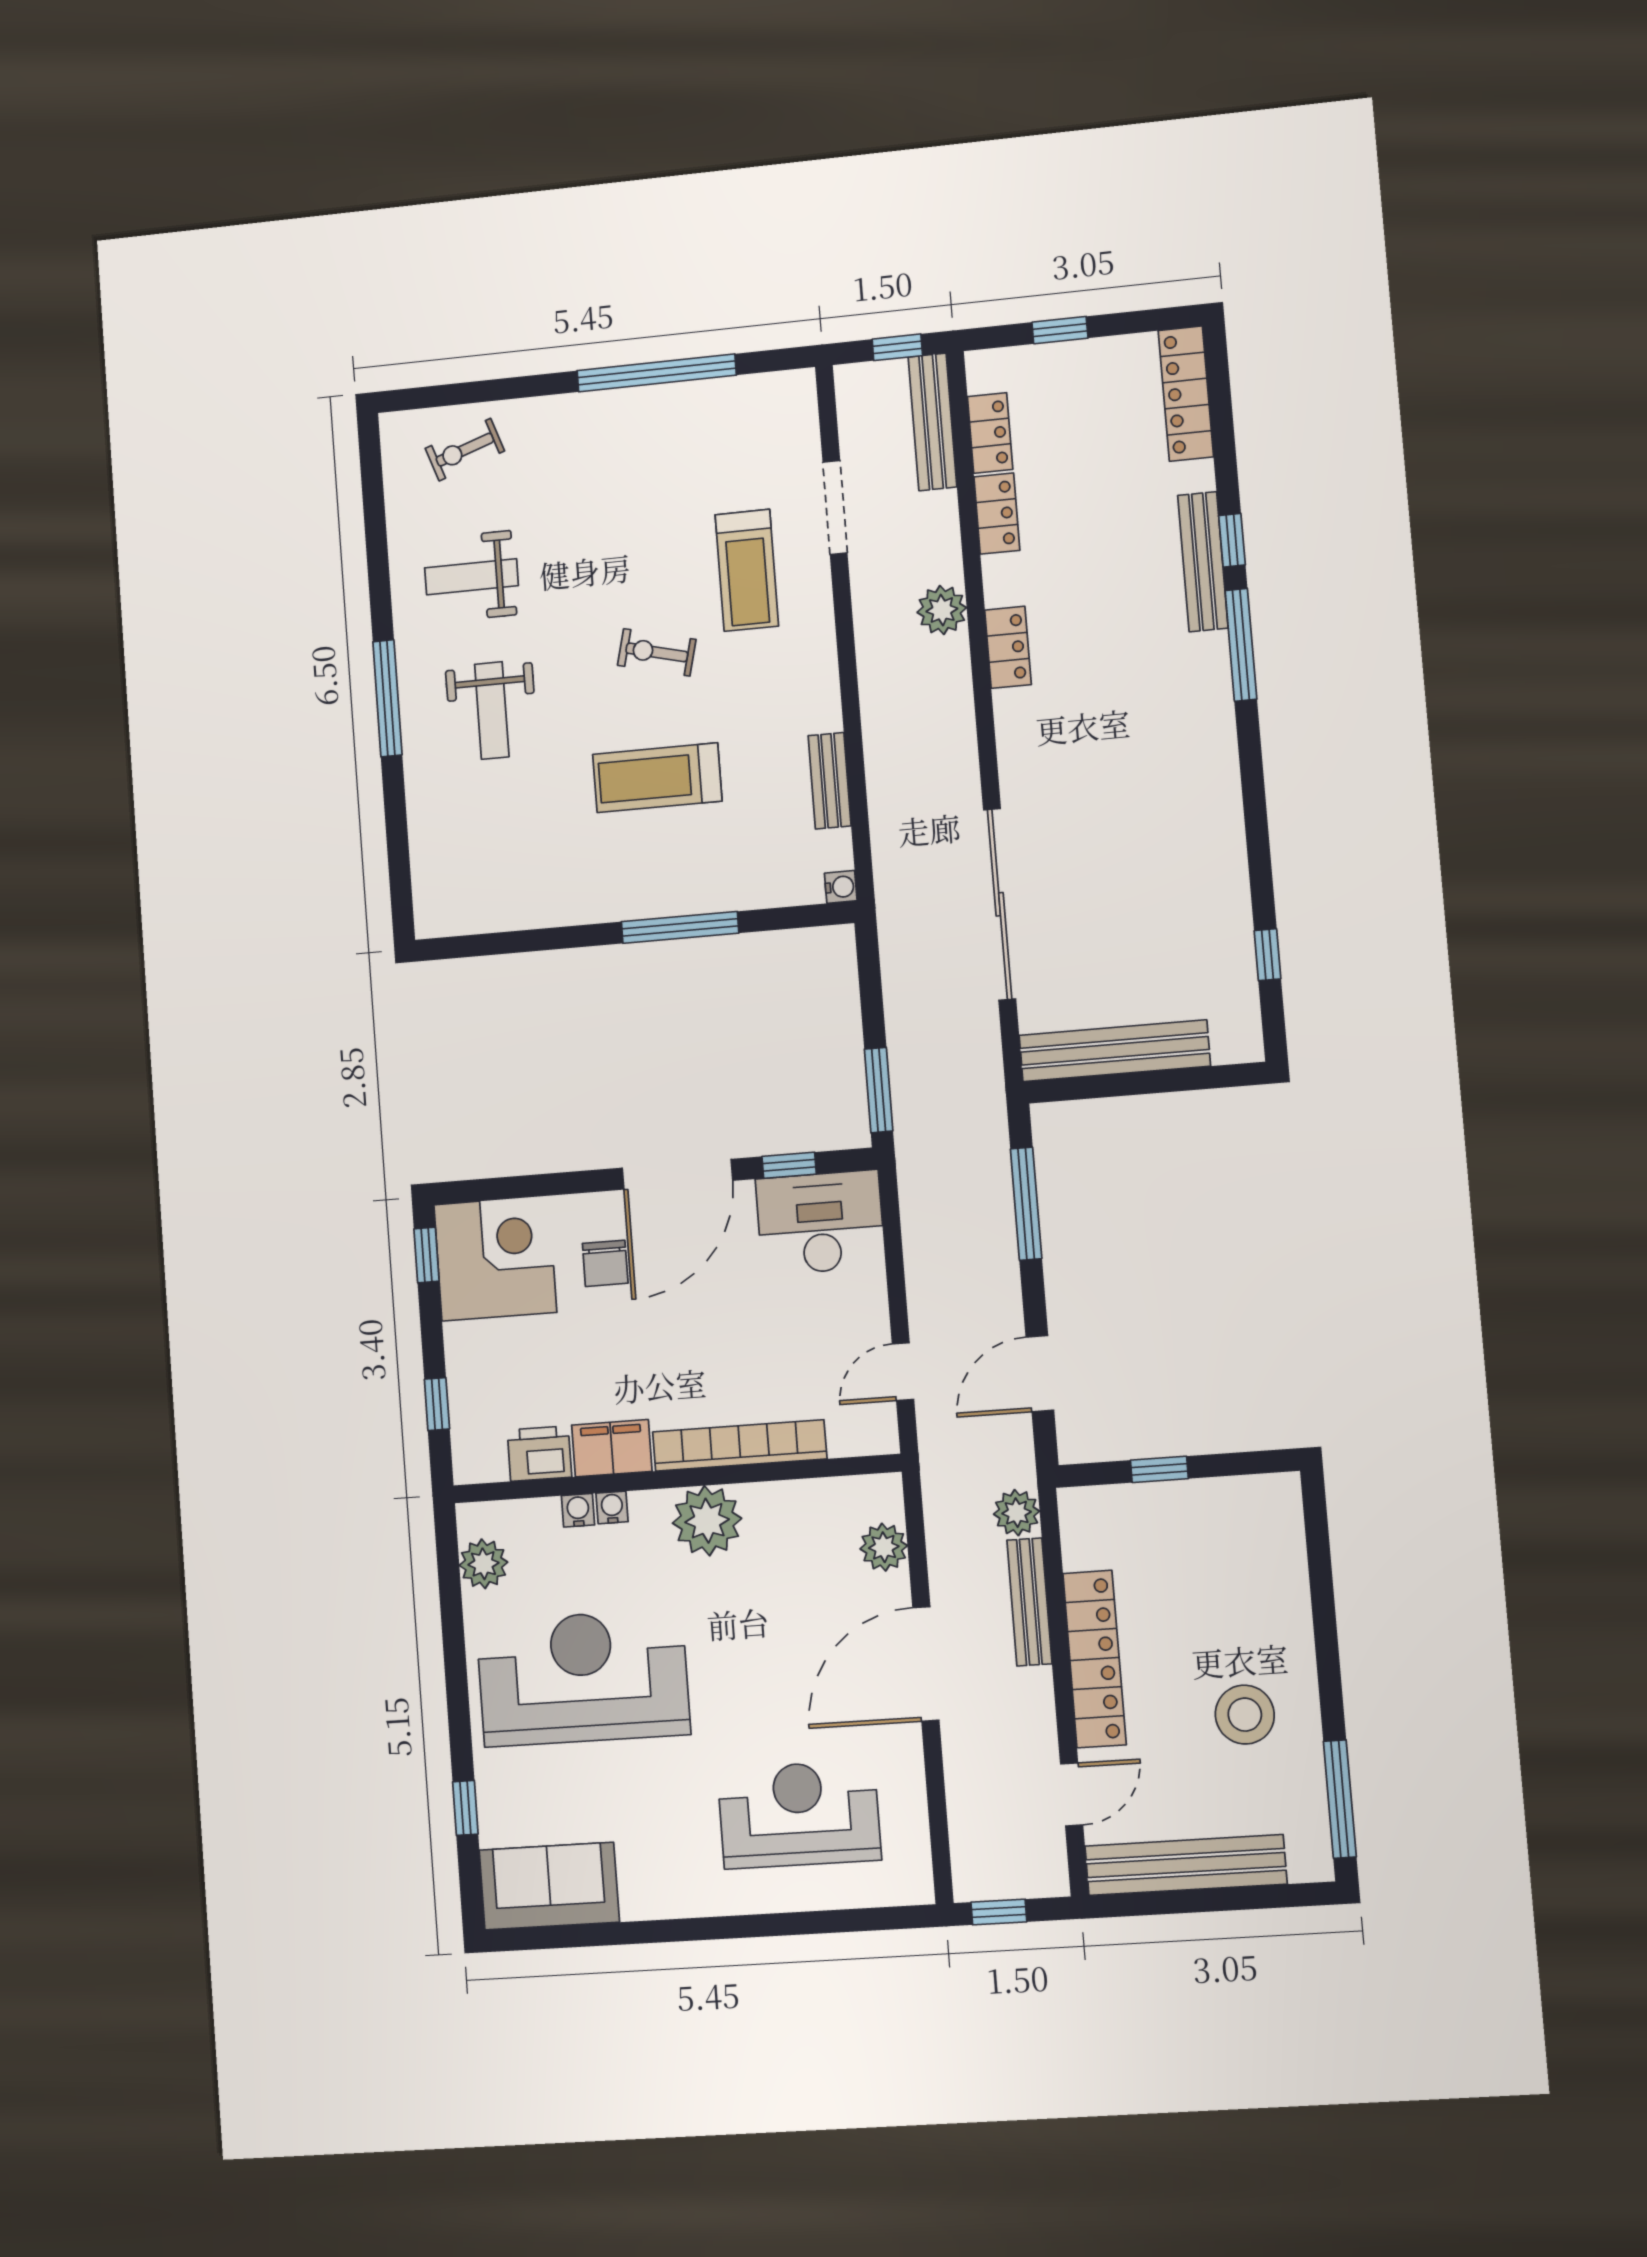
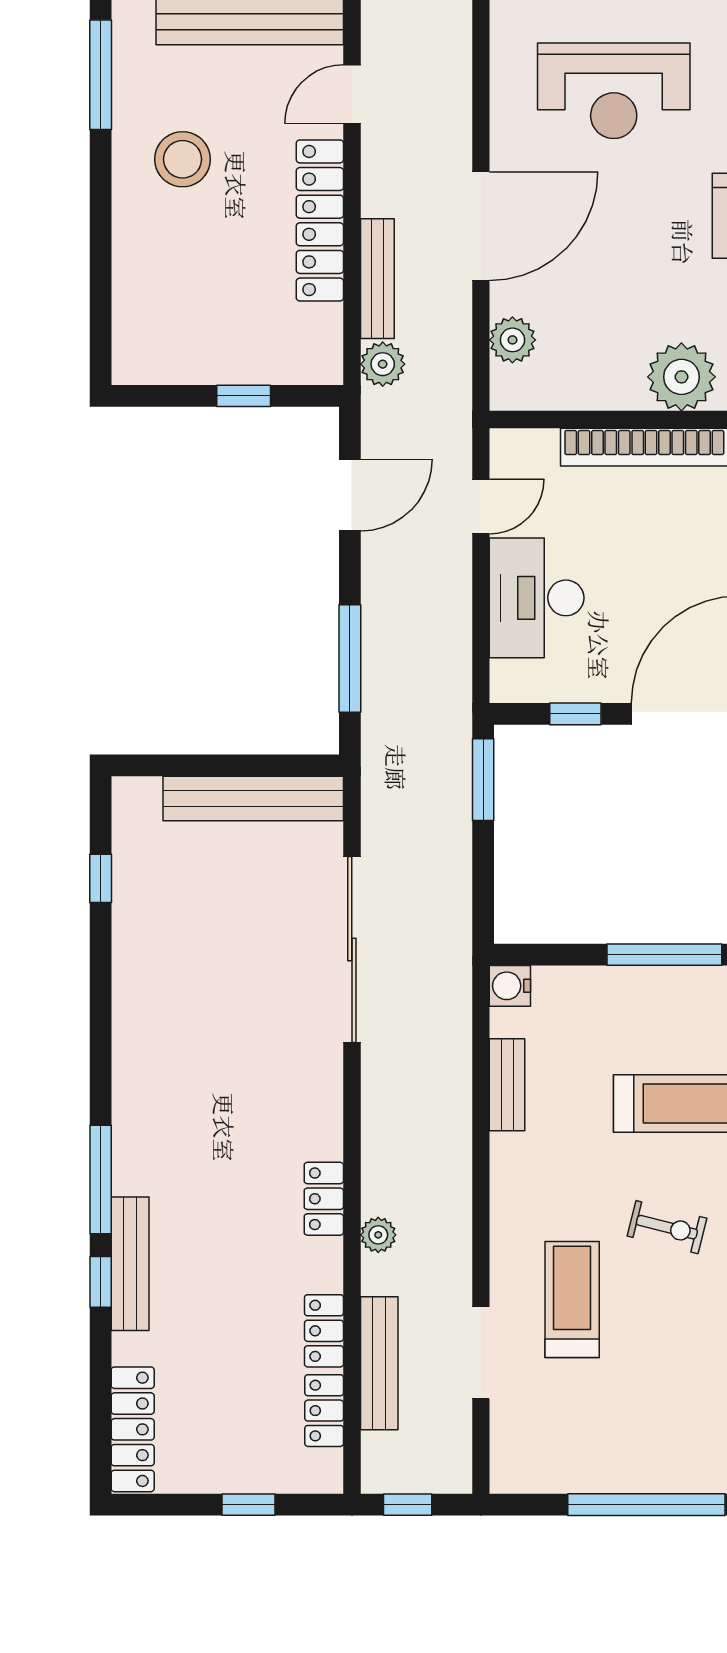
bench: (933, 422) -> (379, 1363), moved
plant: (942, 610) -> (378, 1235), width x0.73, depth x0.73
water cooler: (841, 887) -> (510, 986), width x1.38, depth x1.38
desk: (820, 1223) -> (537, 598), moved, turned 90

